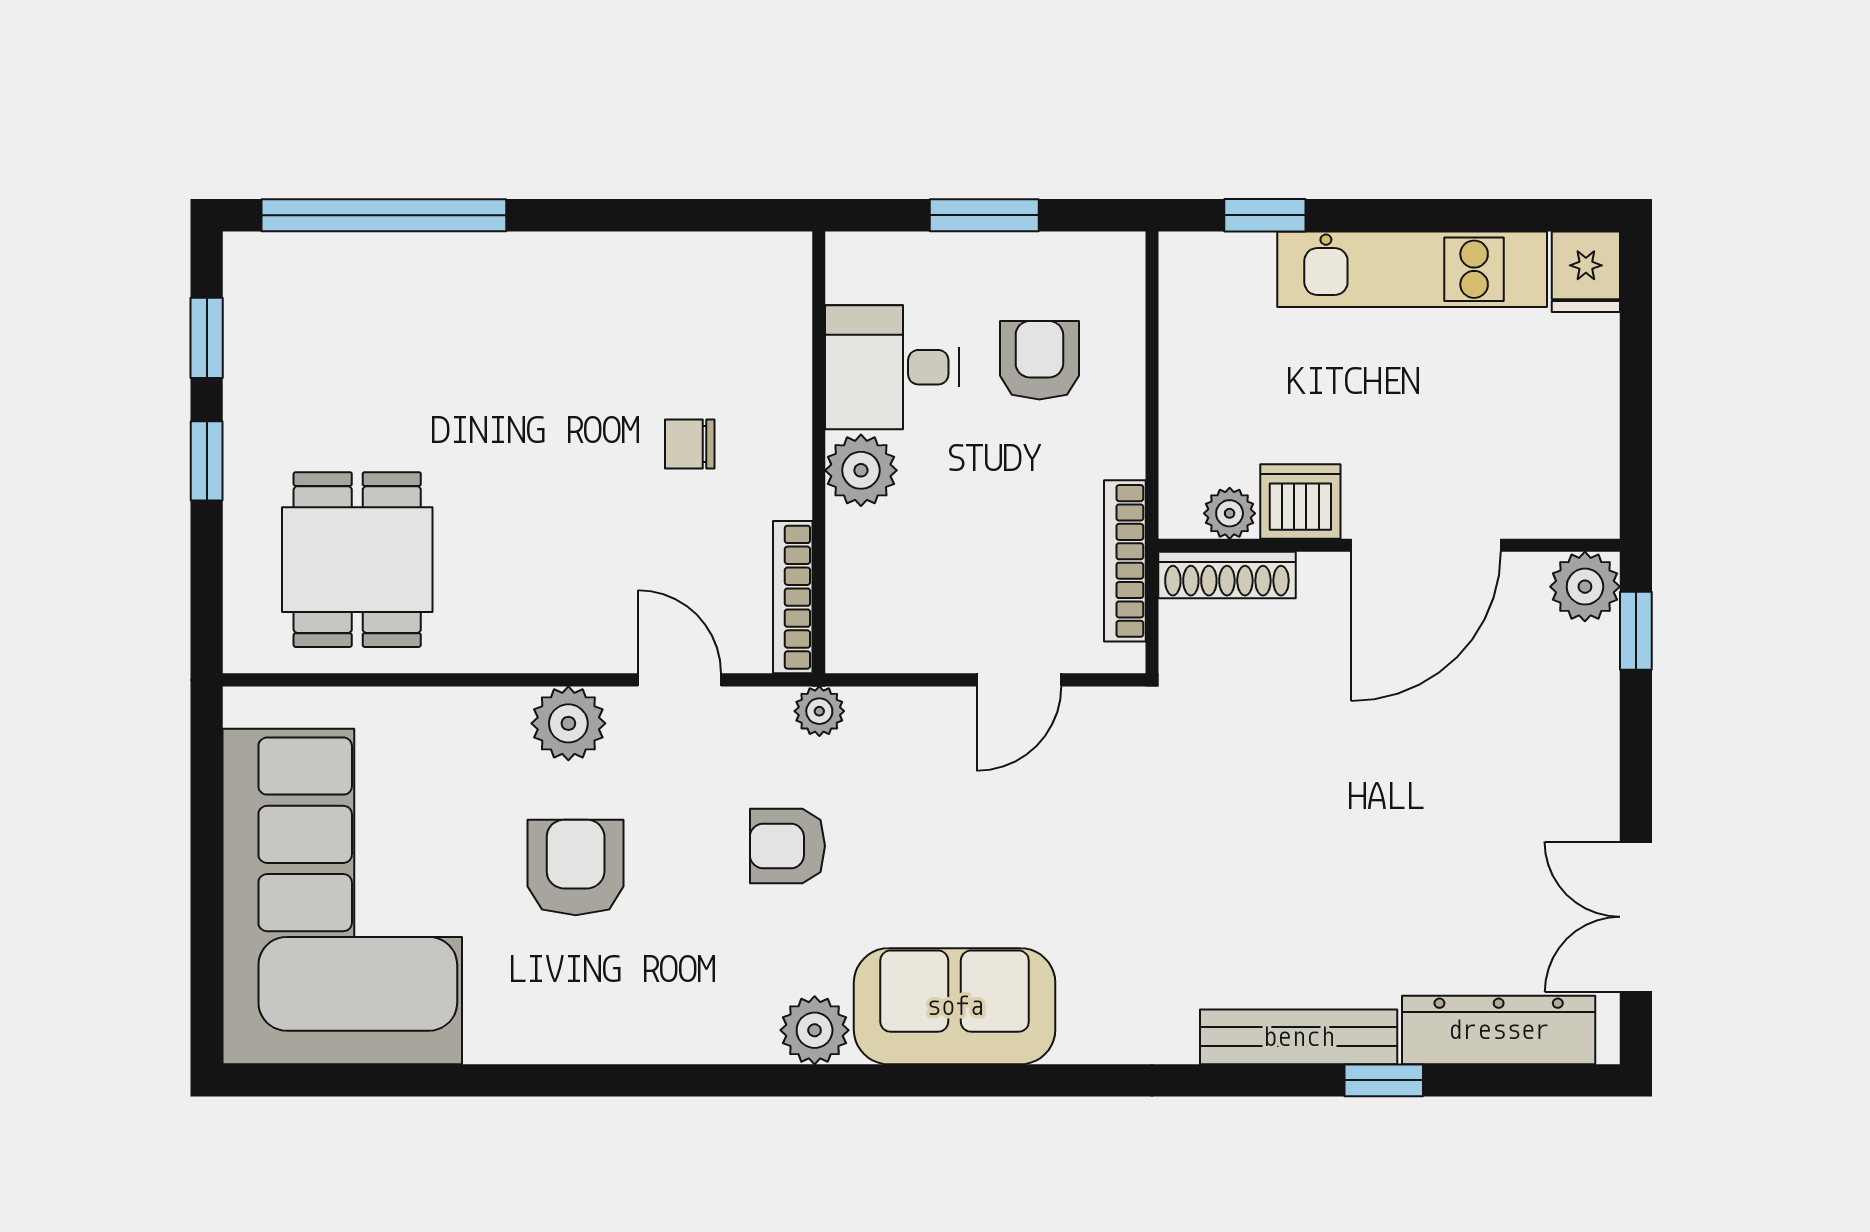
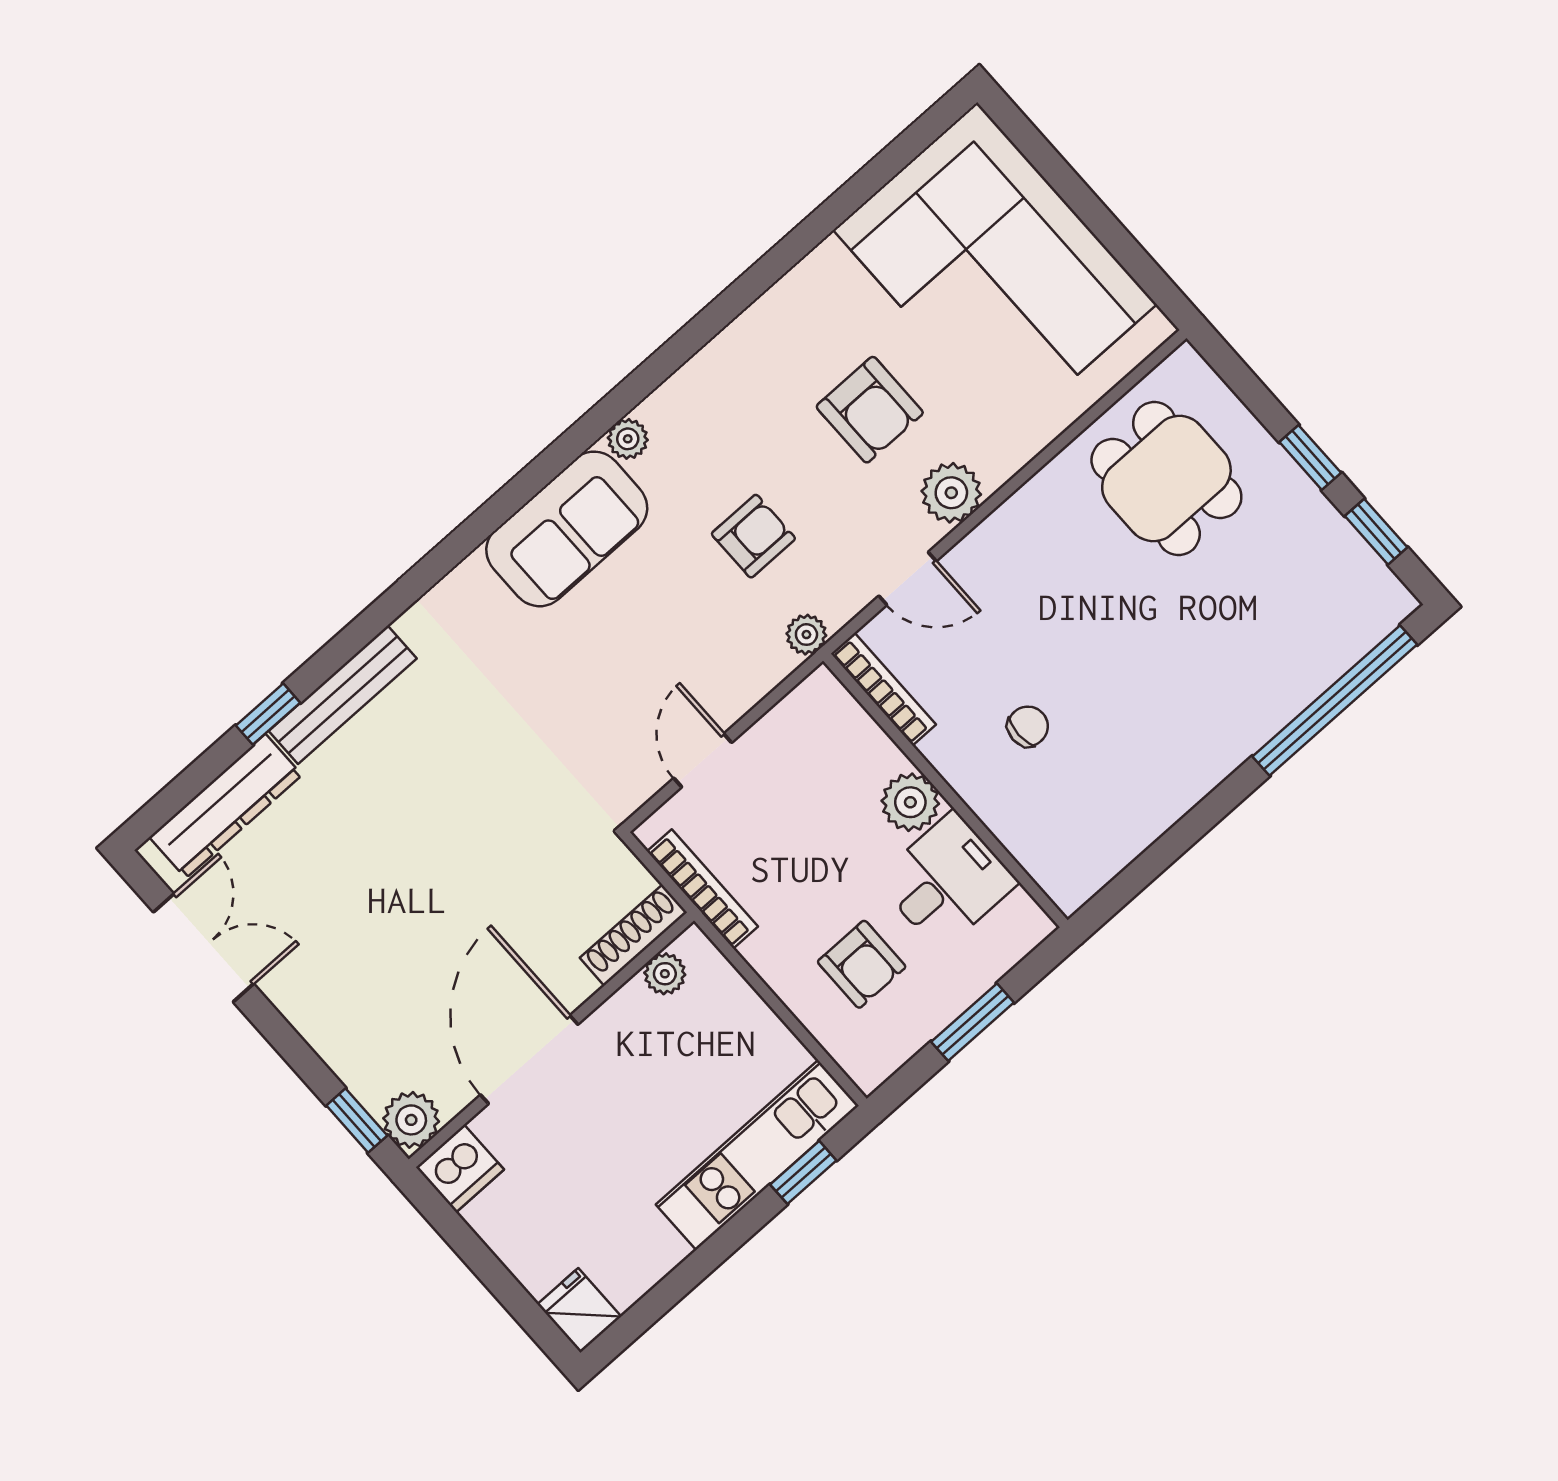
kitchen unit: (1412, 269) -> (757, 1155), moved
dishwasher: (1300, 501) -> (460, 1169), moved
plant: (815, 1030) -> (628, 439), width x0.73, depth x0.73

